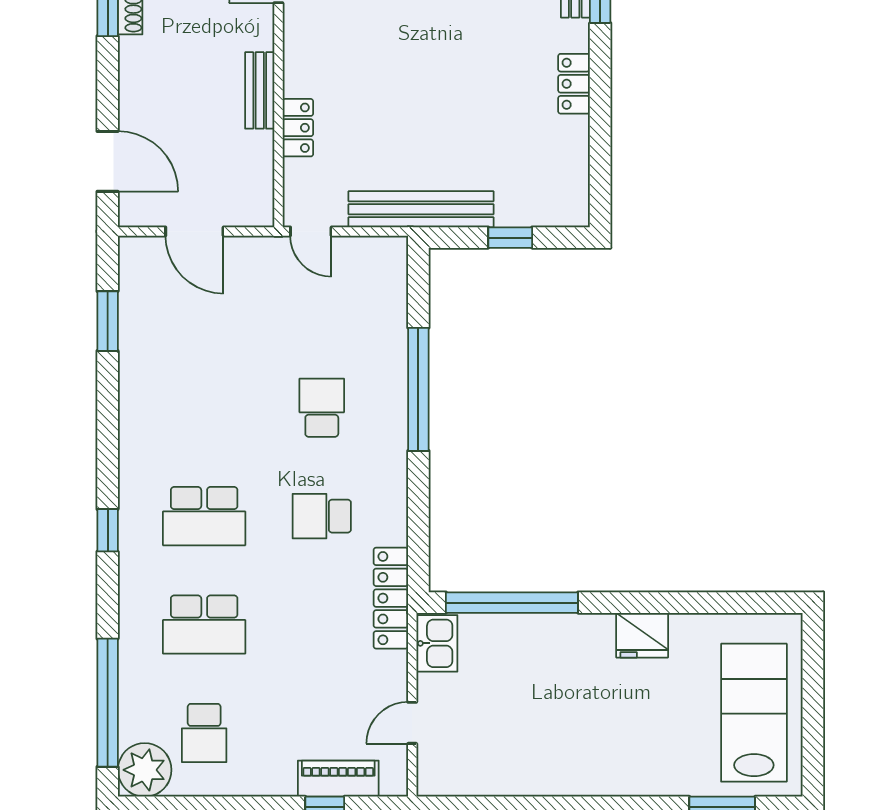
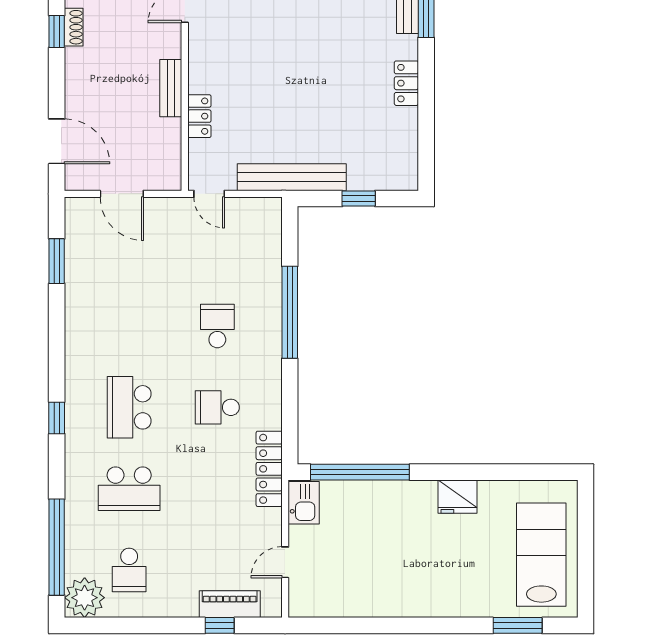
school desk: (204, 516) -> (129, 407), turned 90

